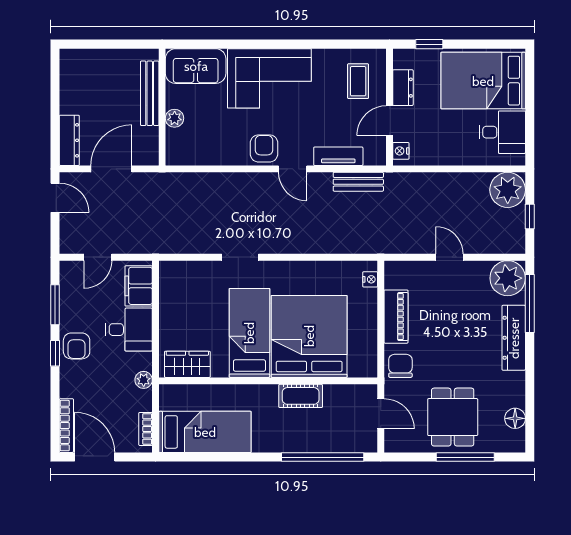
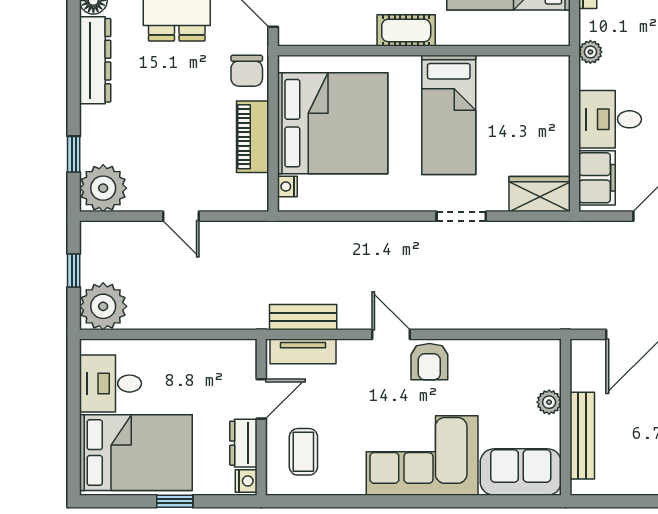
window: (429, 44) -> (175, 501), moved
nightstand: (401, 151) -> (246, 481), moved
tv unit: (338, 156) -> (303, 351), moved
window: (530, 303) -> (74, 154), width x0.46
bed: (309, 336) -> (333, 123), moved, turned -90
dresser: (514, 338) -> (95, 60), moved
wardrobe: (187, 364) -> (540, 194), moved, turned 180
cot: (301, 396) -> (406, 30), moved

